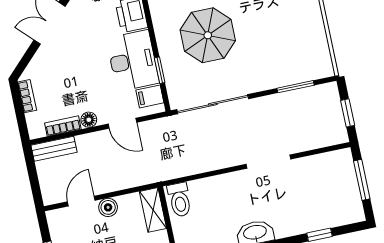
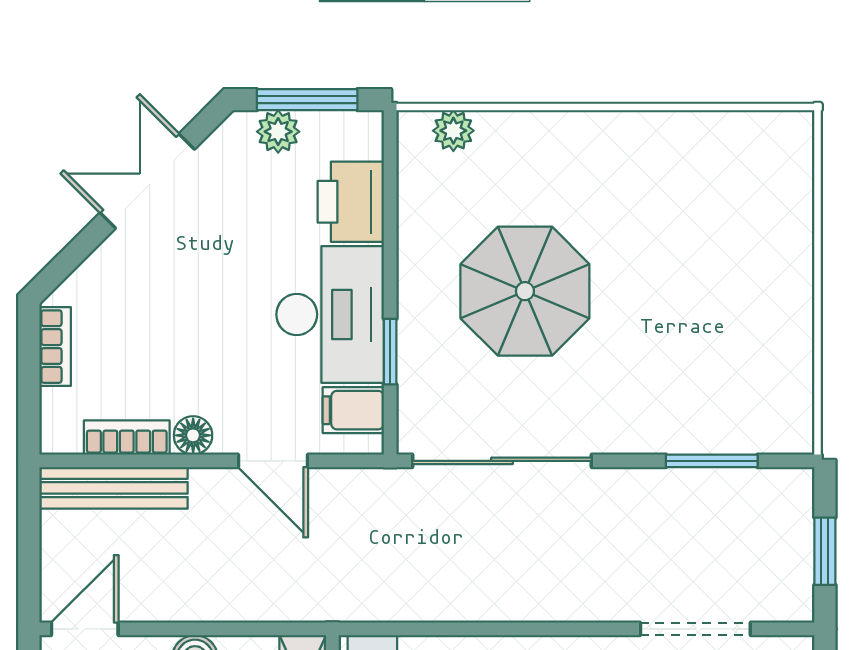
bench: (54, 149) -> (114, 488), width x1.36
doorway: (268, 162) -> (695, 629), moved
door: (81, 201) -> (85, 629), moved

